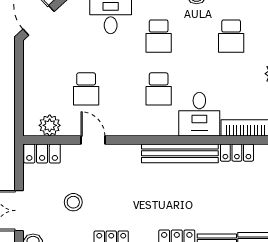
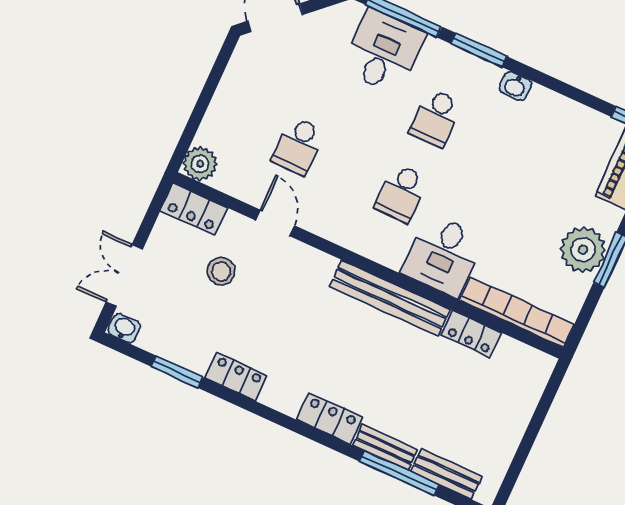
school desk: (231, 36) -> (539, 165), removed
plant: (50, 125) -> (200, 164), moved
stool: (73, 202) -> (221, 271), moved

